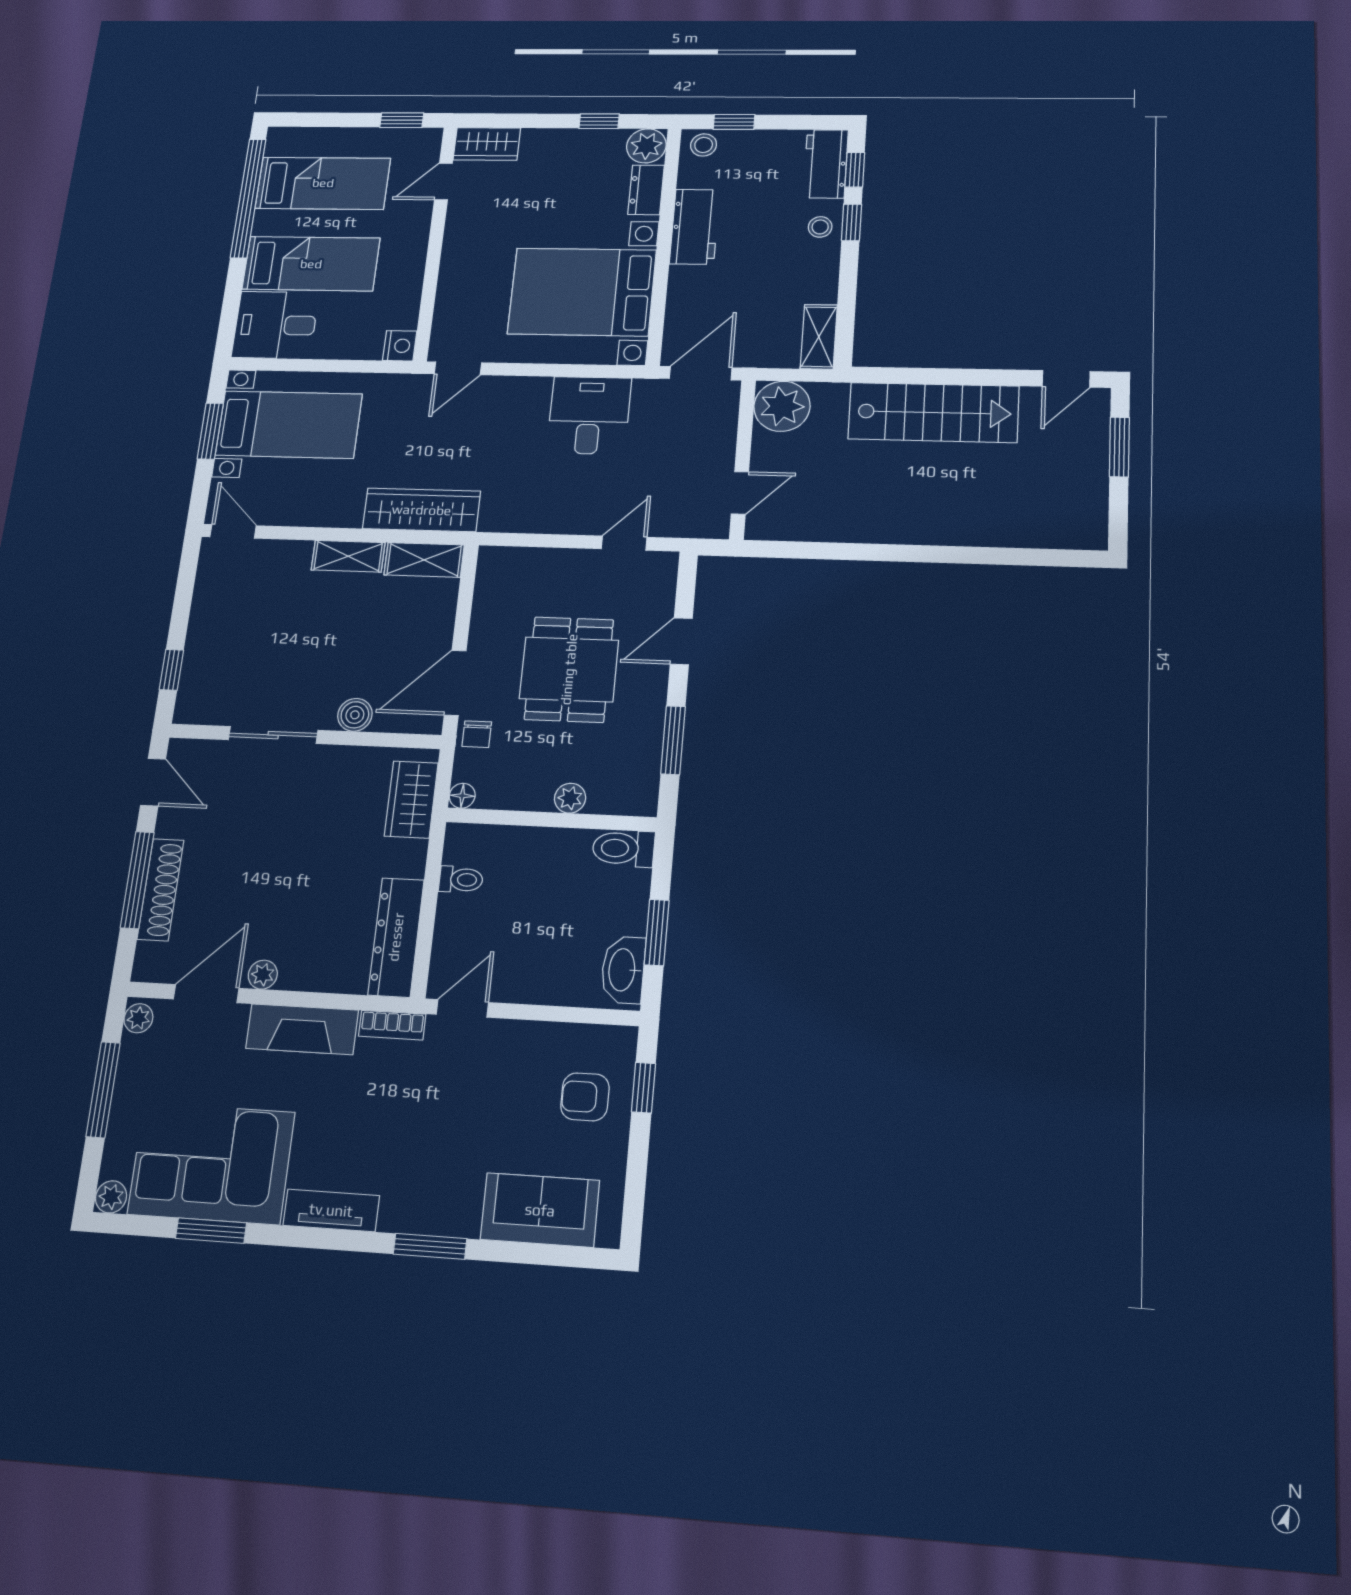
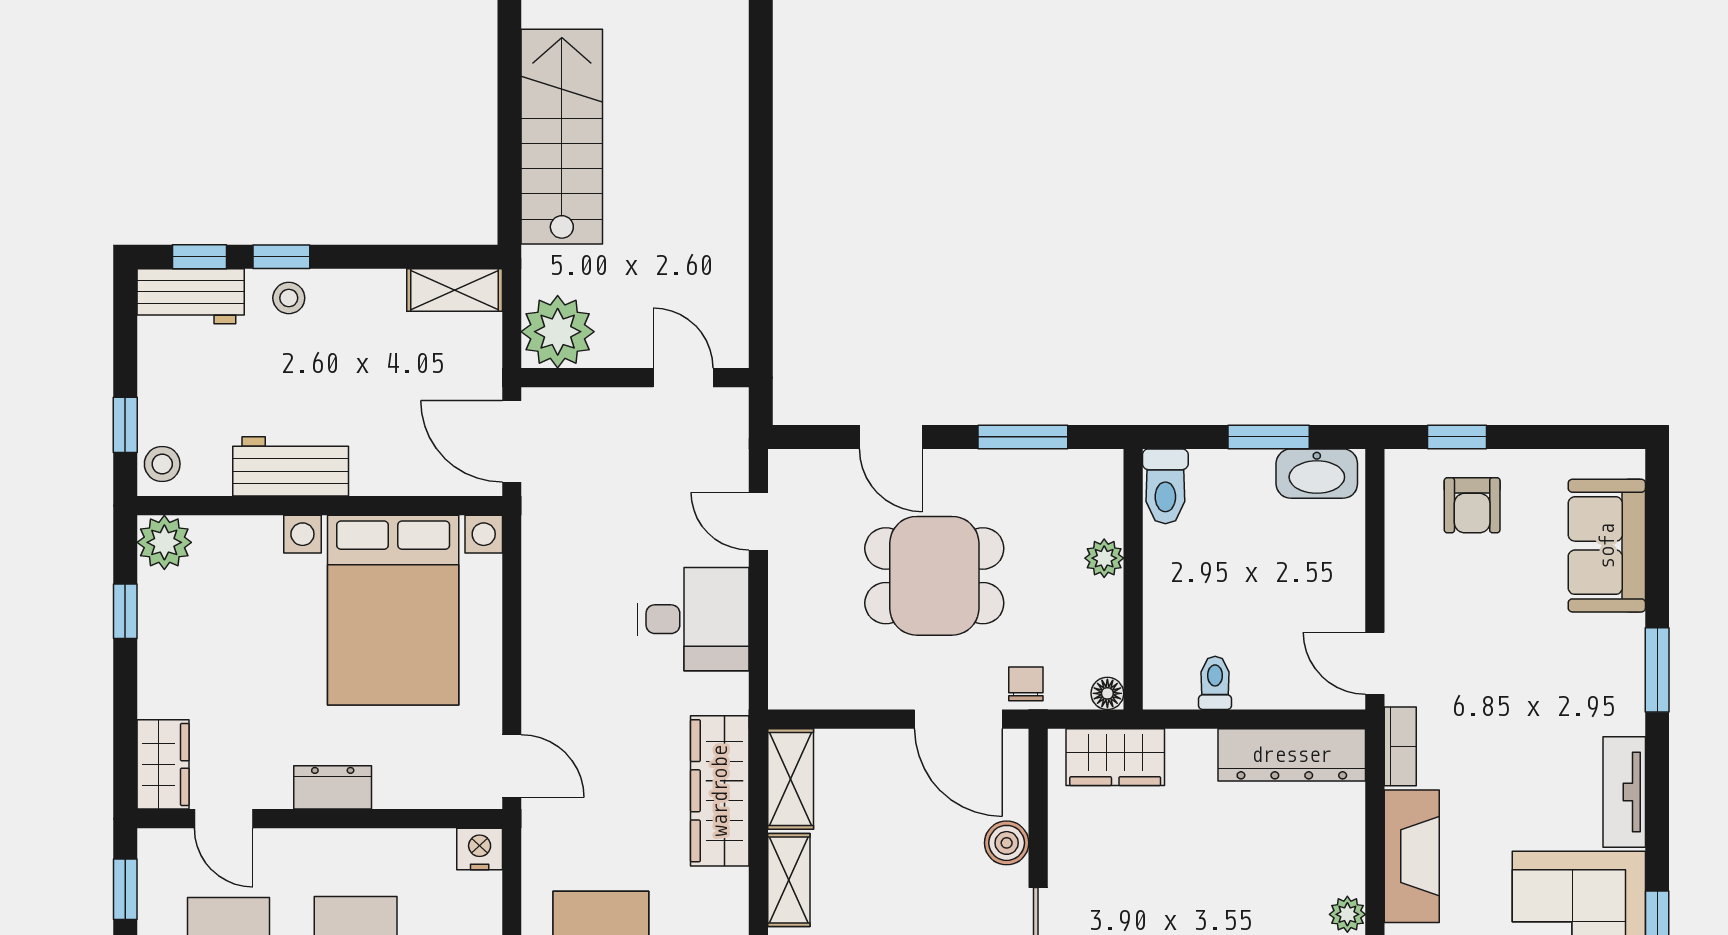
dresser: (646, 190) -> (333, 787), moved, turned 180
desk: (589, 415) -> (693, 619), moved, turned 180
chair: (477, 734) -> (1026, 684), turned -90

